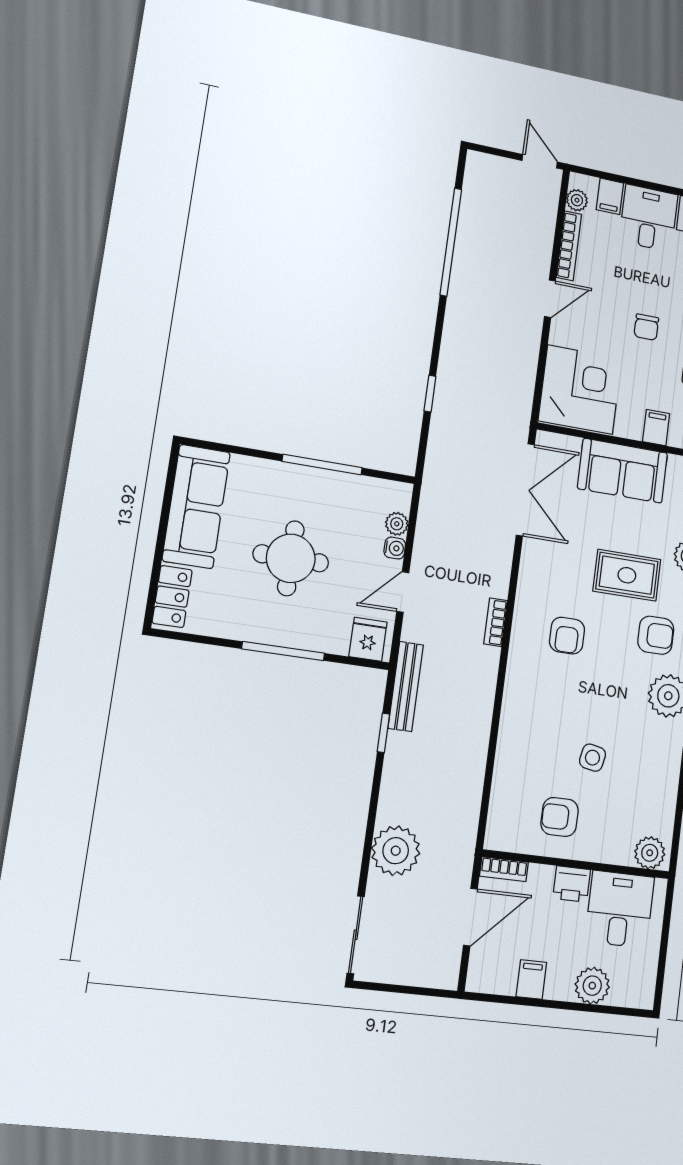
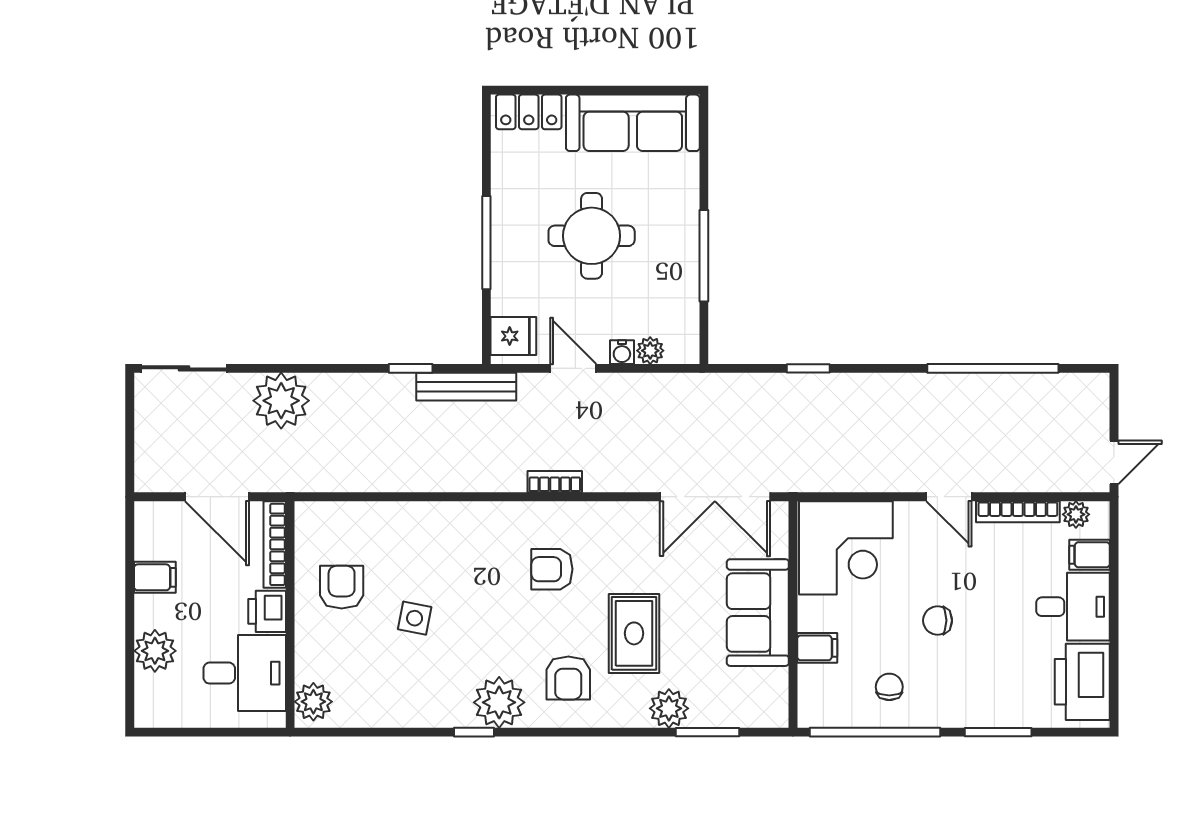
bookcase: (504, 869) -> (275, 544), width x1.56

